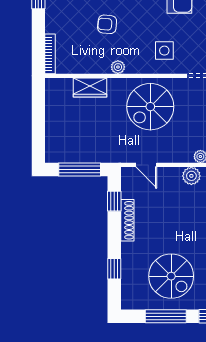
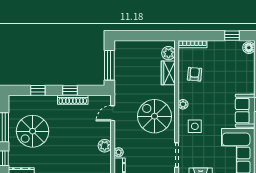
armchair: (107, 24) -> (195, 74), moved
plant: (118, 67) -> (183, 104), moved
plant: (63, 87) -> (168, 53), added
window: (114, 201) -> (70, 90), moved

